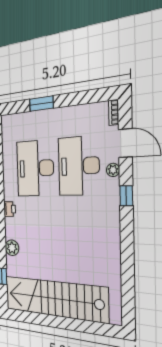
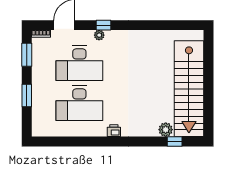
window: (87, 97) -> (27, 55), added
plant: (113, 170) -> (99, 35), moved
plant: (12, 248) -> (166, 130), moved

